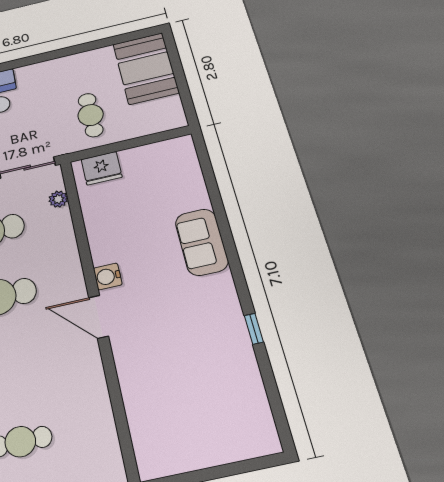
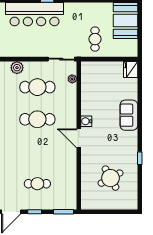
fridge: (102, 168) -> (131, 69), moved, turned 90
round table: (195, 390) -> (111, 178), added

